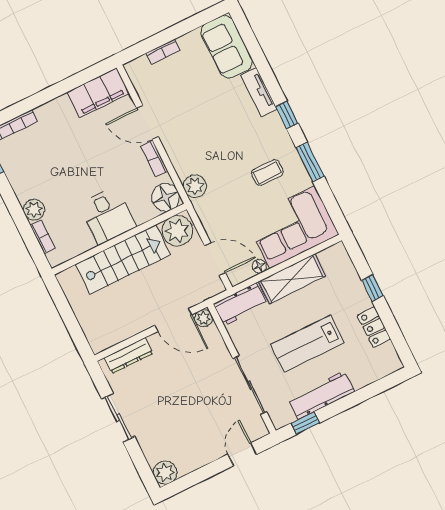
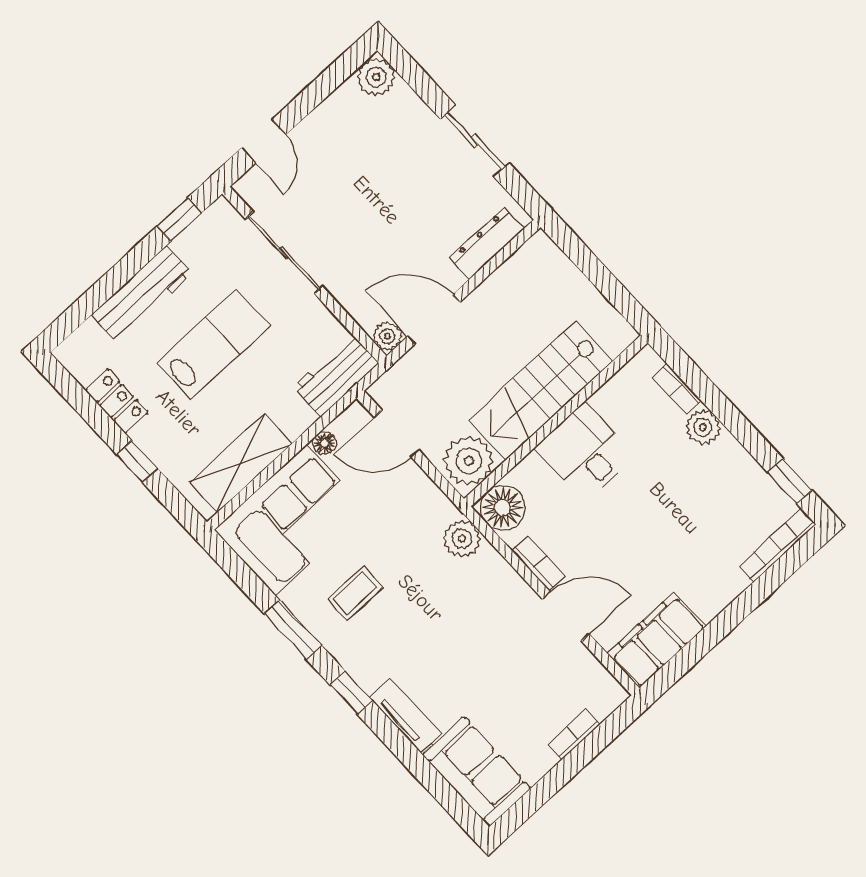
shelving: (292, 279) -> (241, 463), moved
workbench: (321, 395) -> (142, 294), moved

